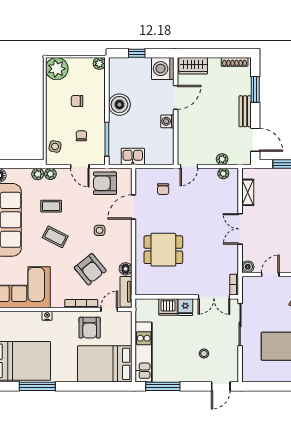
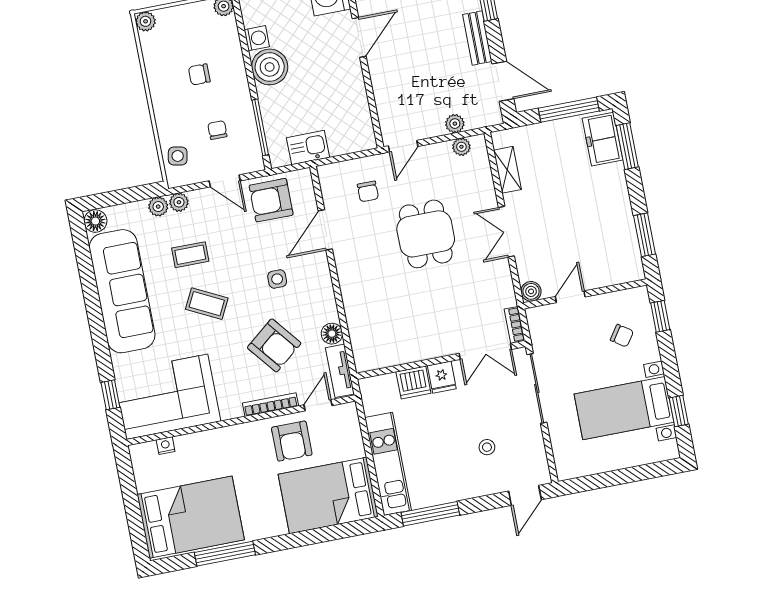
plant: (57, 69) -> (146, 21), width x0.53, depth x0.53
washing machine: (167, 121) -> (257, 38), moved, turned 180
dining table: (163, 250) -> (426, 234), moved, turned 90
nightstand: (47, 316) -> (166, 446), moved

